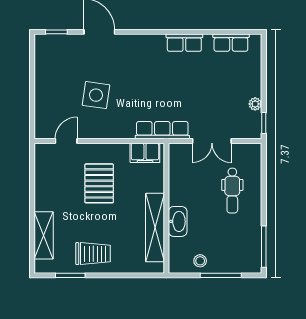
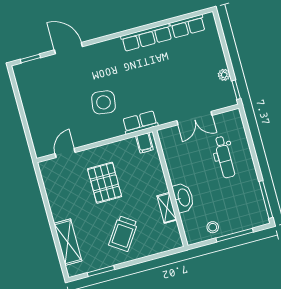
row of seats: (184, 43) -> (146, 37), width x1.48
side table: (96, 95) -> (103, 102), moved
row of seats: (162, 130) -> (140, 122), width x0.68
filing cabinet: (145, 153) -> (144, 143), width x0.50
shelving: (155, 228) -> (167, 208), width x0.45, depth x0.75
trolley: (93, 254) -> (123, 234), moved, turned 124

